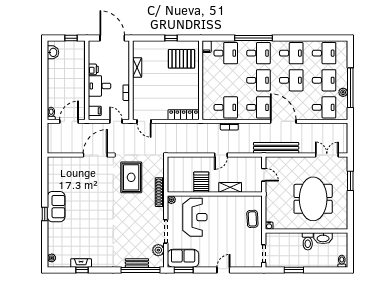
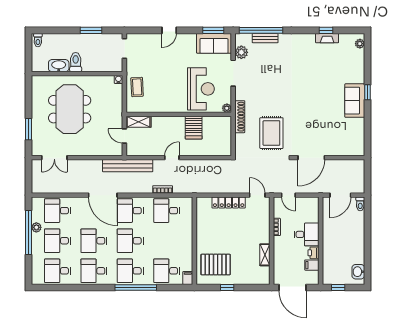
filing cabinet: (95, 111) -> (312, 265), moved
locker: (184, 115) -> (229, 203), moved
bench: (276, 148) -> (128, 166), moved
shelving: (230, 187) -> (139, 122), moved
reception desk: (195, 217) -> (201, 89), turned 180

